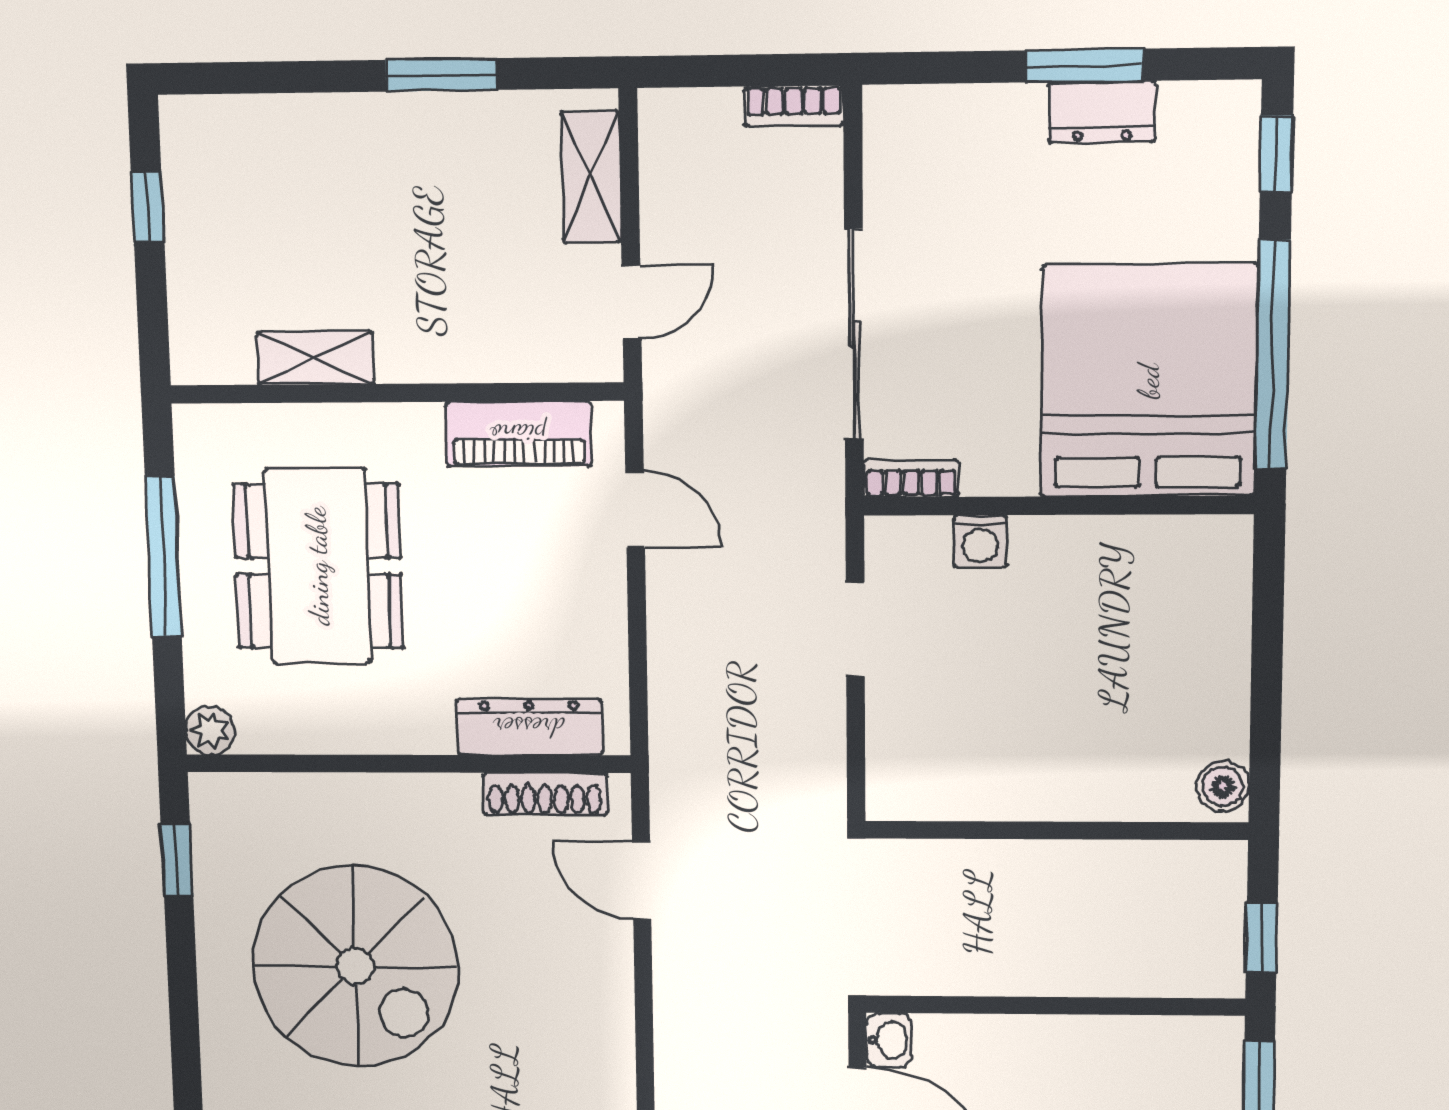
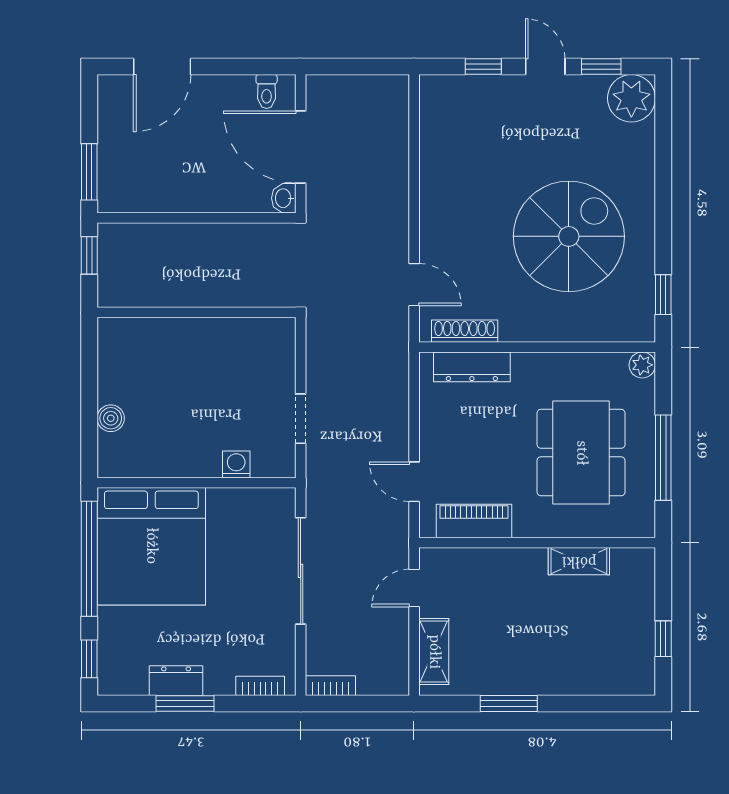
bookcase: (911, 478) -> (260, 686), moved, turned 180
boiler: (1223, 787) -> (111, 418), moved
spiral stairs: (355, 966) -> (569, 236), turned 90

